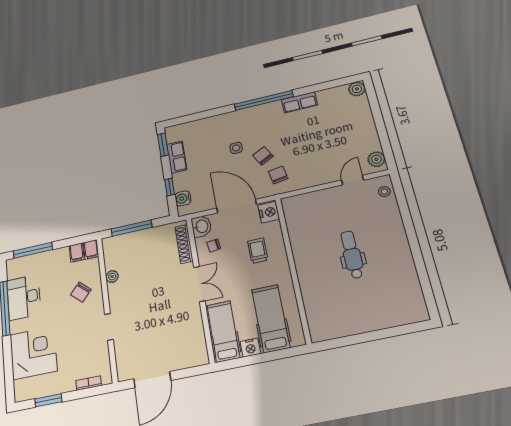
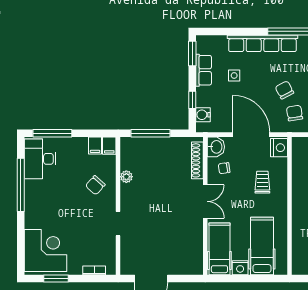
row of seats: (232, 119) -> (262, 43), added
side table: (236, 148) -> (234, 75), moved
desk: (24, 297) -> (40, 159), moved
corner desk: (33, 353) -> (45, 250), moved

